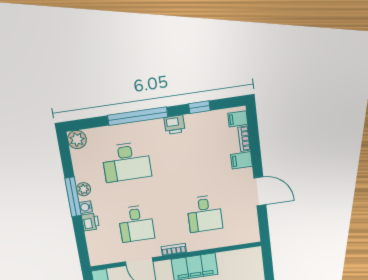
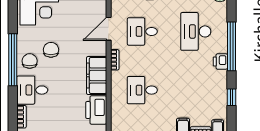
printer: (174, 125) -> (220, 62), moved
printer: (234, 261) -> (96, 110), added

